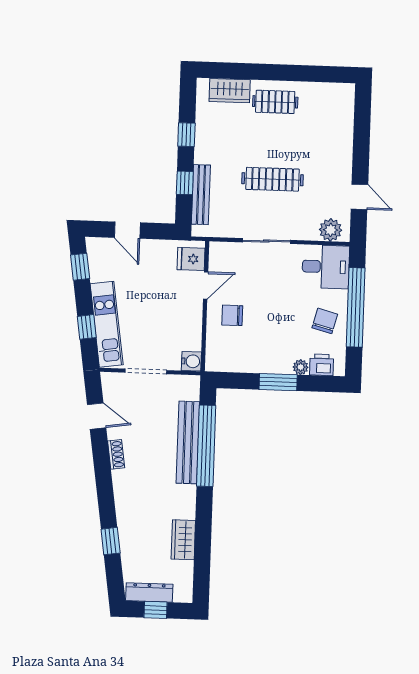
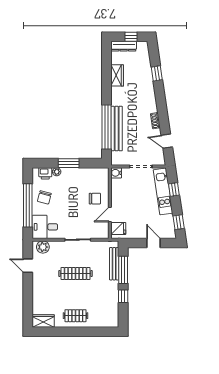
wardrobe: (230, 91) -> (43, 321), moved
window: (185, 183) -> (123, 270), width x2.17
dresser: (149, 592) -> (124, 46), moved

